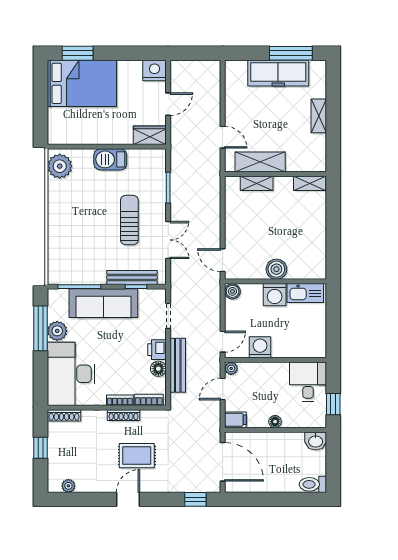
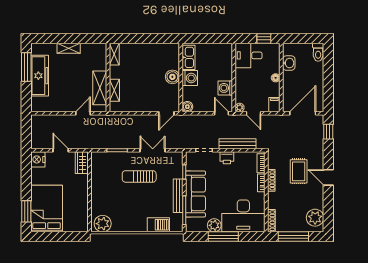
barbecue: (110, 159) -> (158, 225), moved, turned -90
bench: (132, 277) -> (178, 196), moved
window: (41, 328) -> (223, 237), moved
floor lamp: (158, 369) -> (240, 157), removed
washbasin: (316, 441) -> (289, 63), moved
window: (41, 448) -> (293, 237), width x2.17
plant: (68, 486) -> (315, 218), width x1.88, depth x1.88

